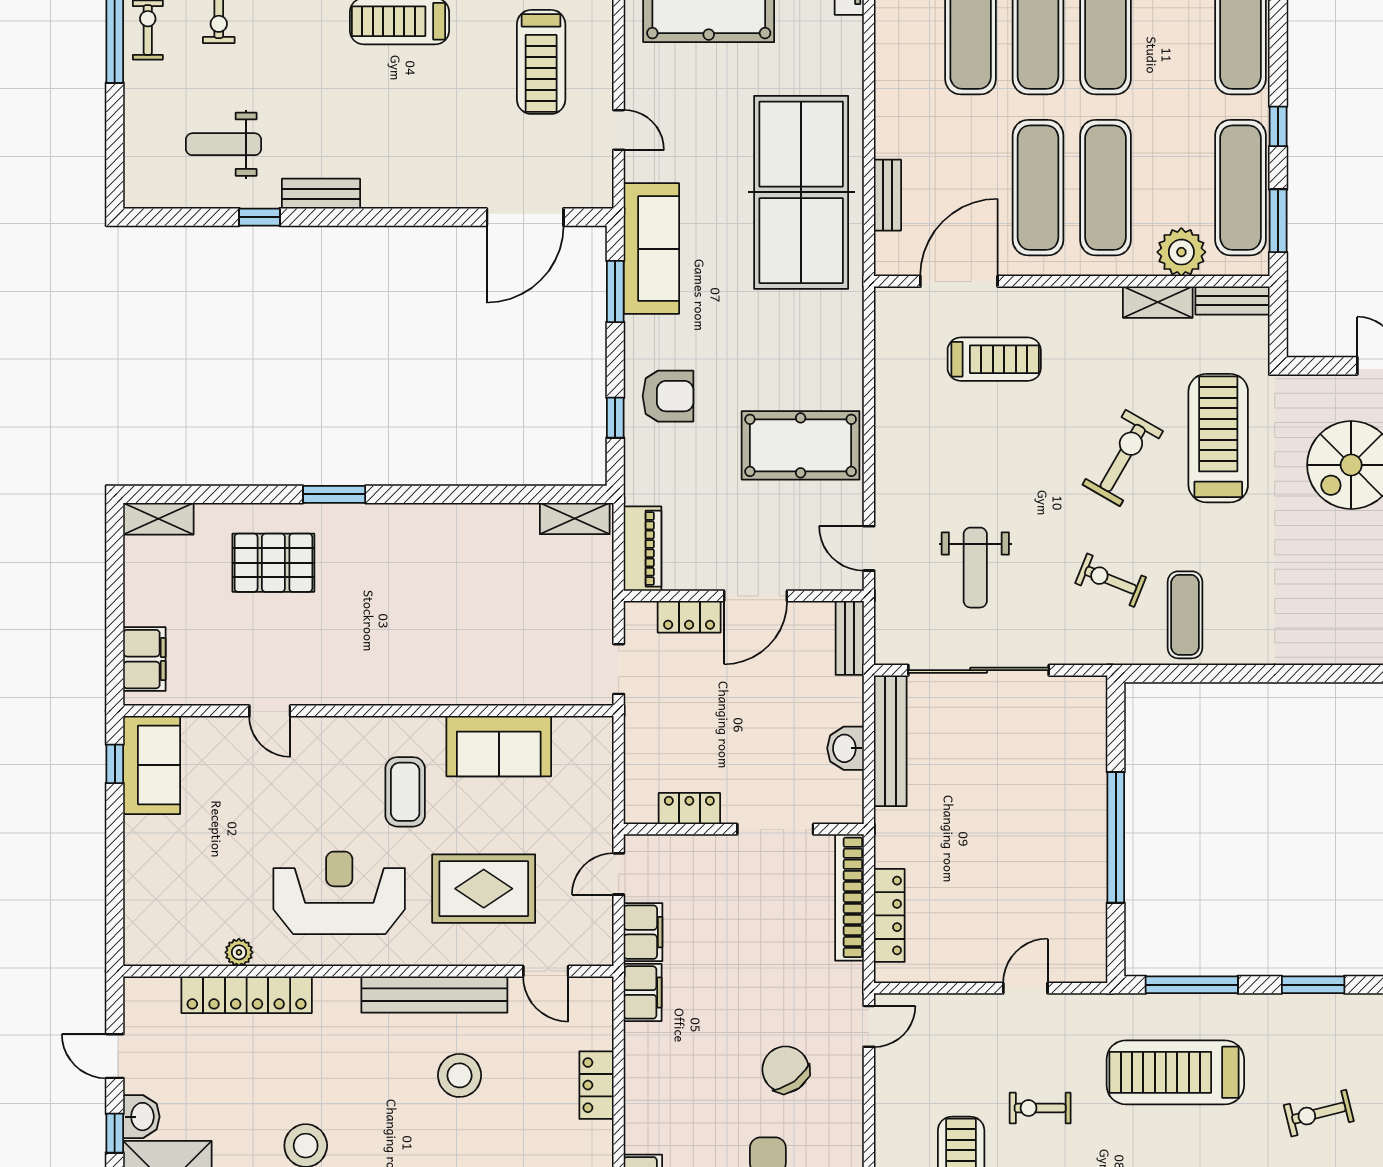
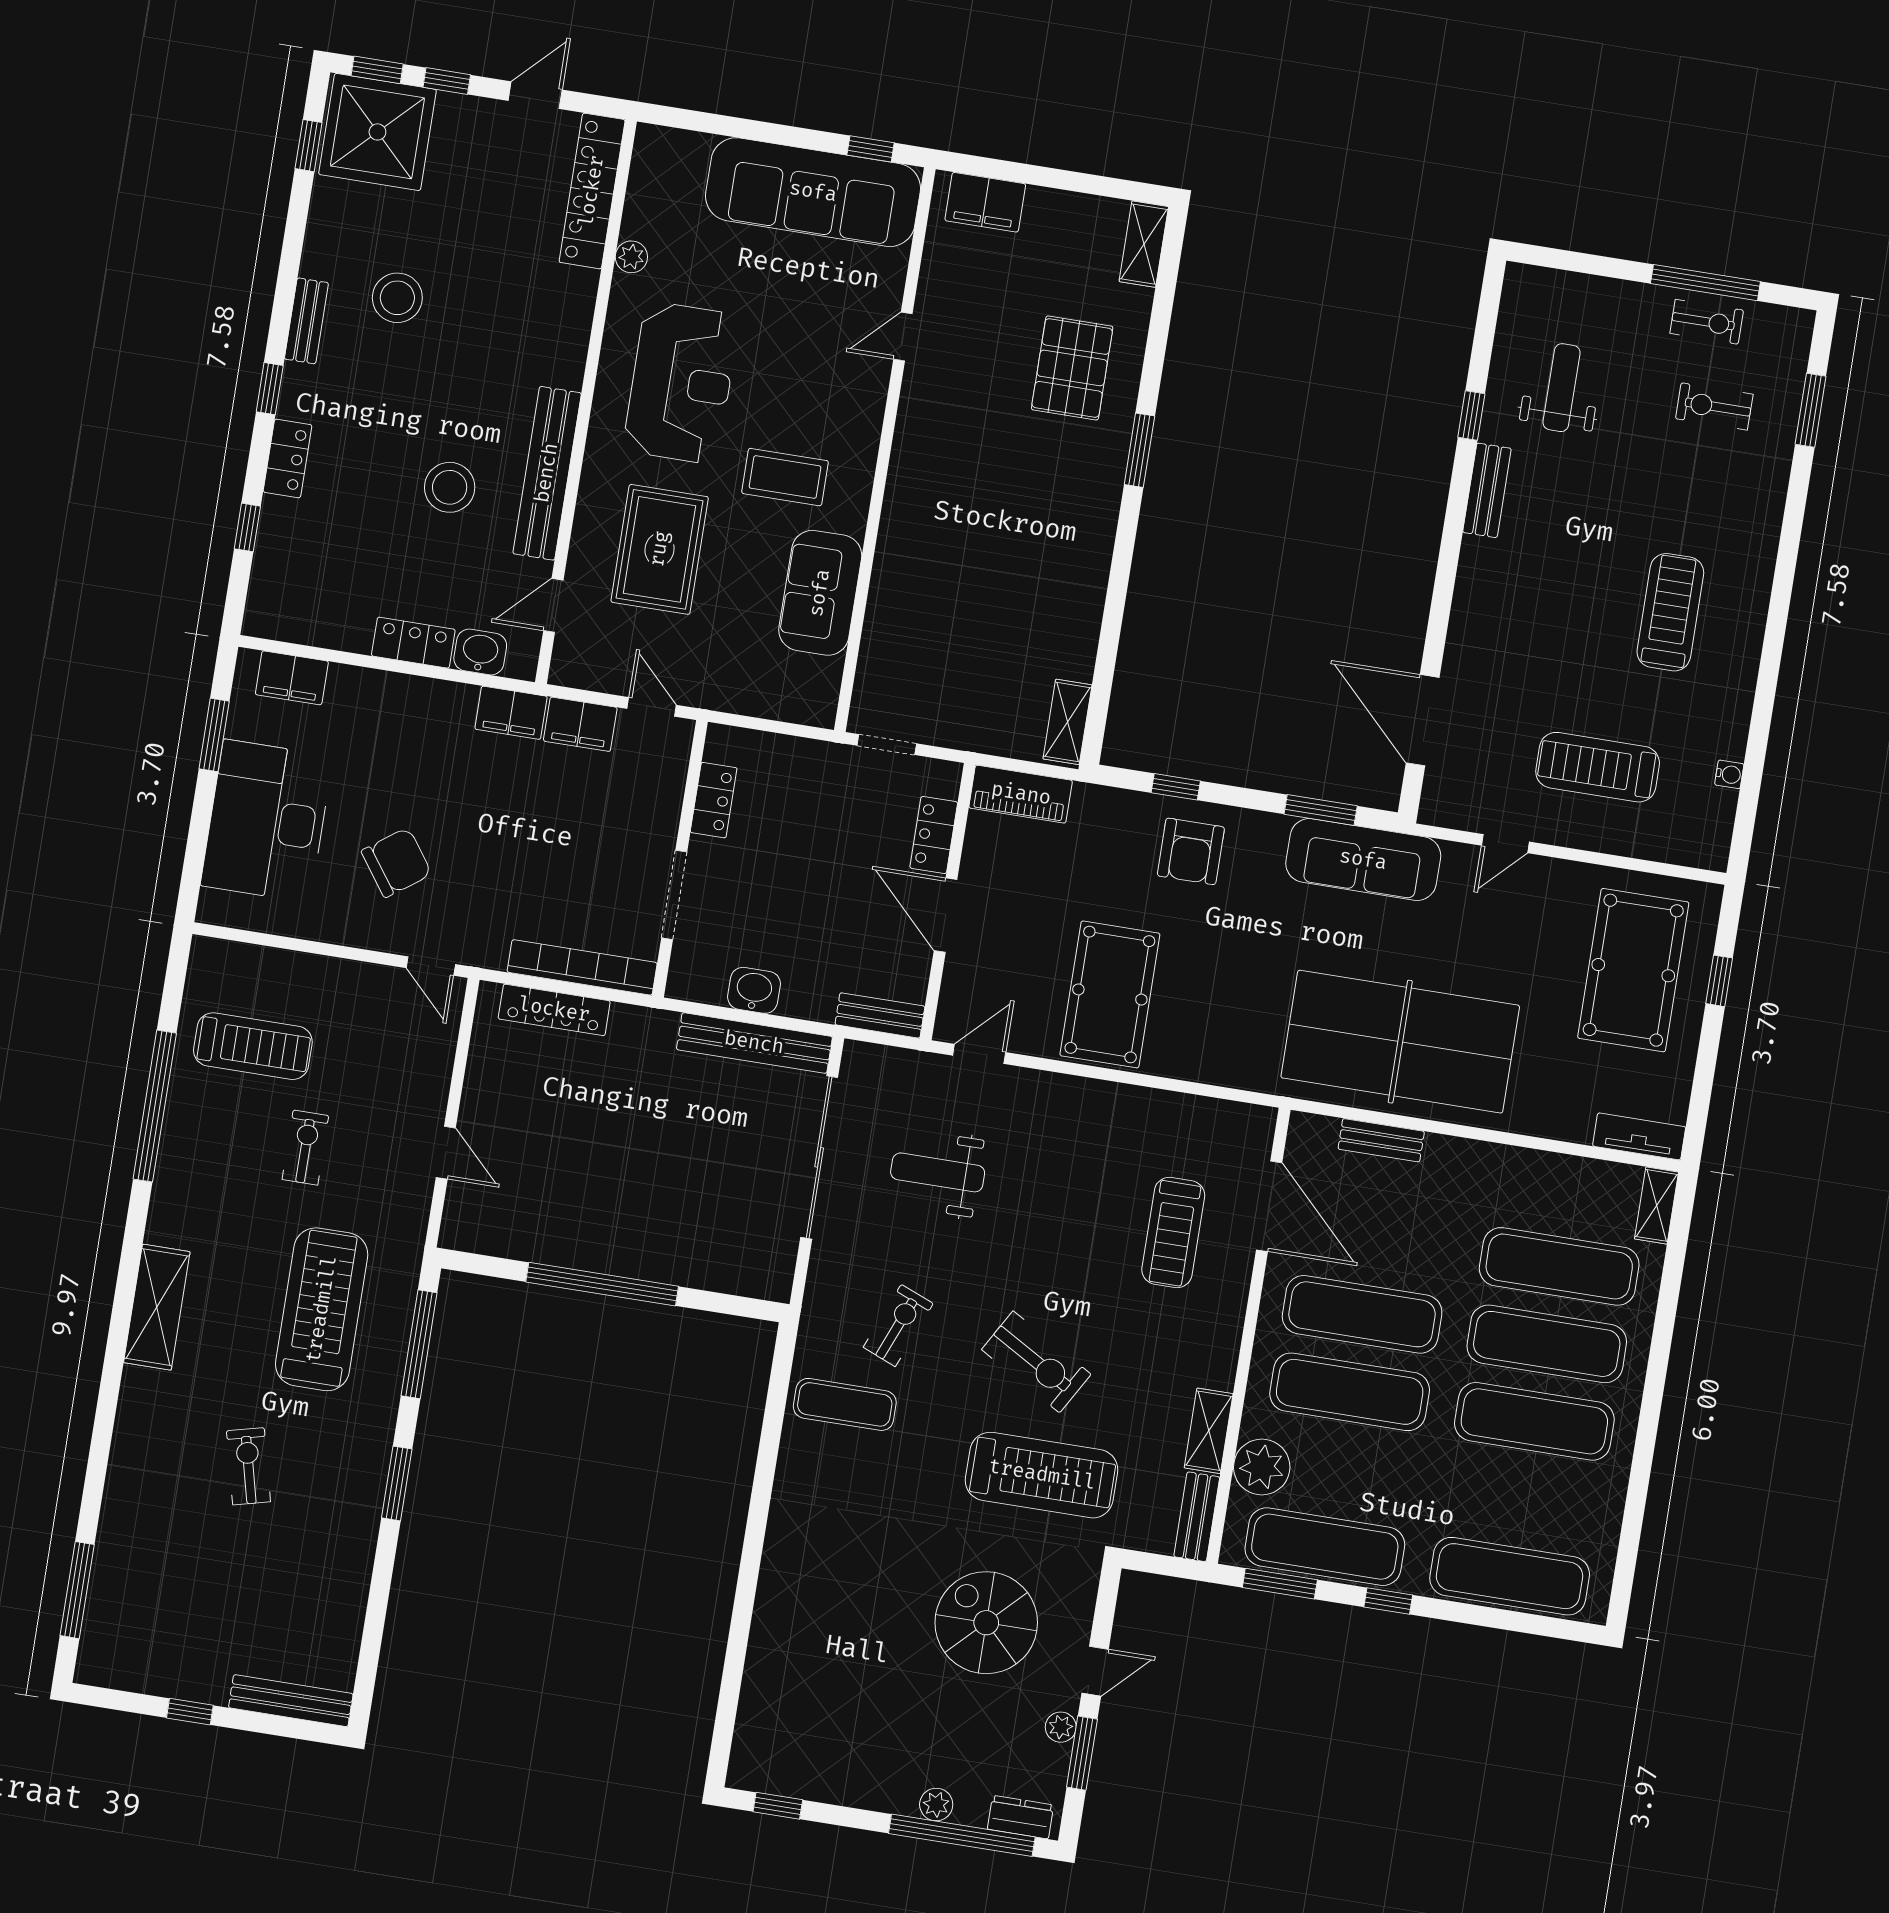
sofa: (152, 765) -> (813, 192), width x1.85, depth x1.27
locker: (247, 995) -> (592, 191), moved
washbasin: (141, 1117) -> (480, 652), moved, turned 180

